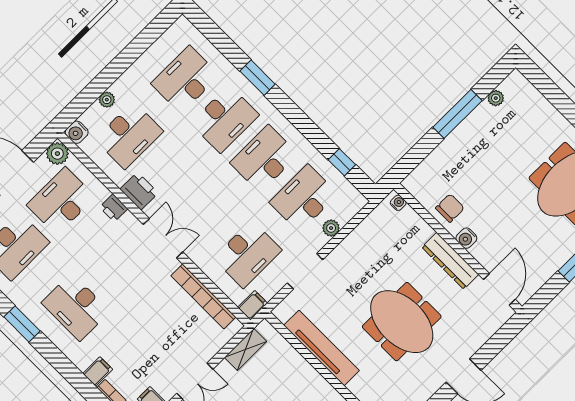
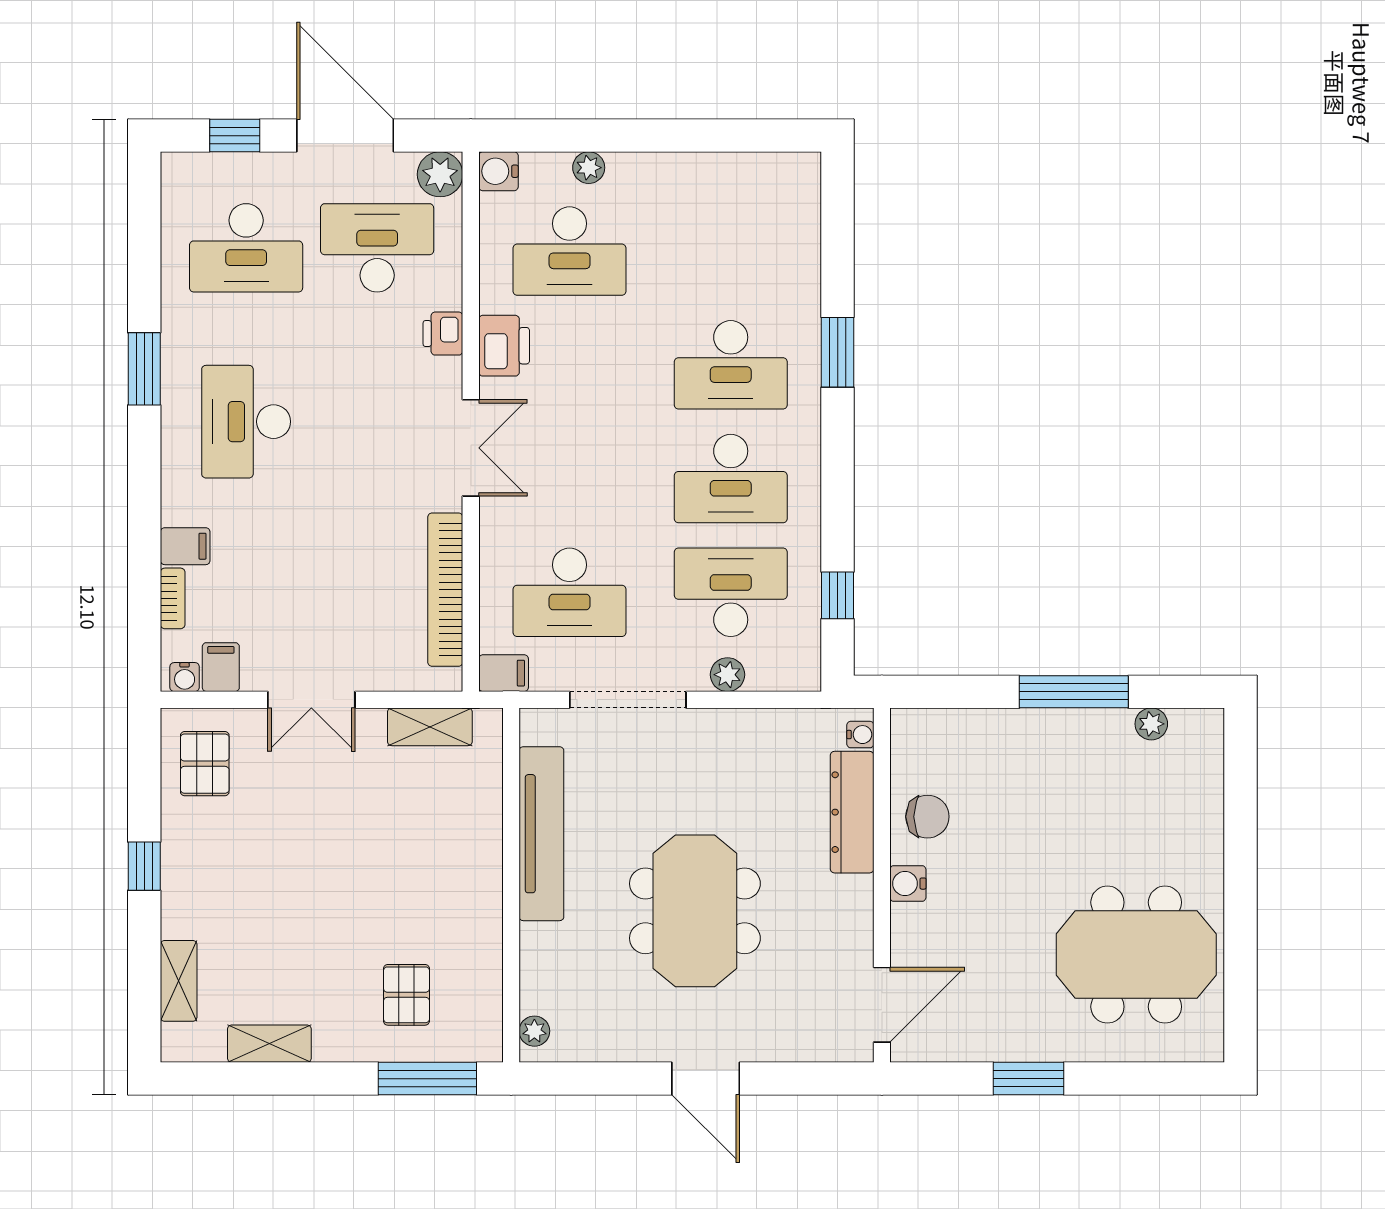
desk: (185, 79) -> (731, 251), removed
desk: (264, 159) -> (731, 479), turned 180
dresser: (450, 261) -> (852, 812), moved
doorway: (305, 271) -> (628, 700), width x1.36

